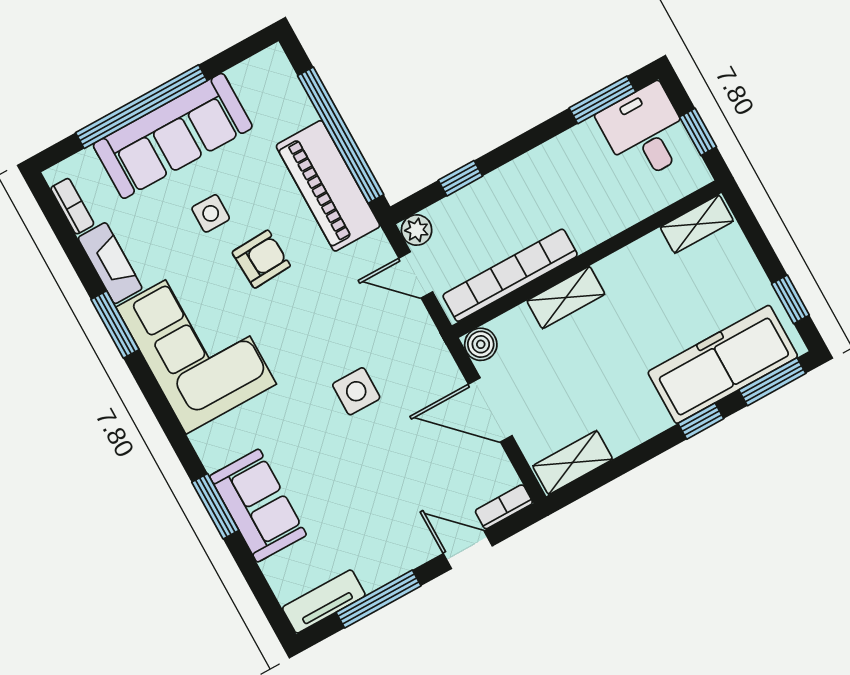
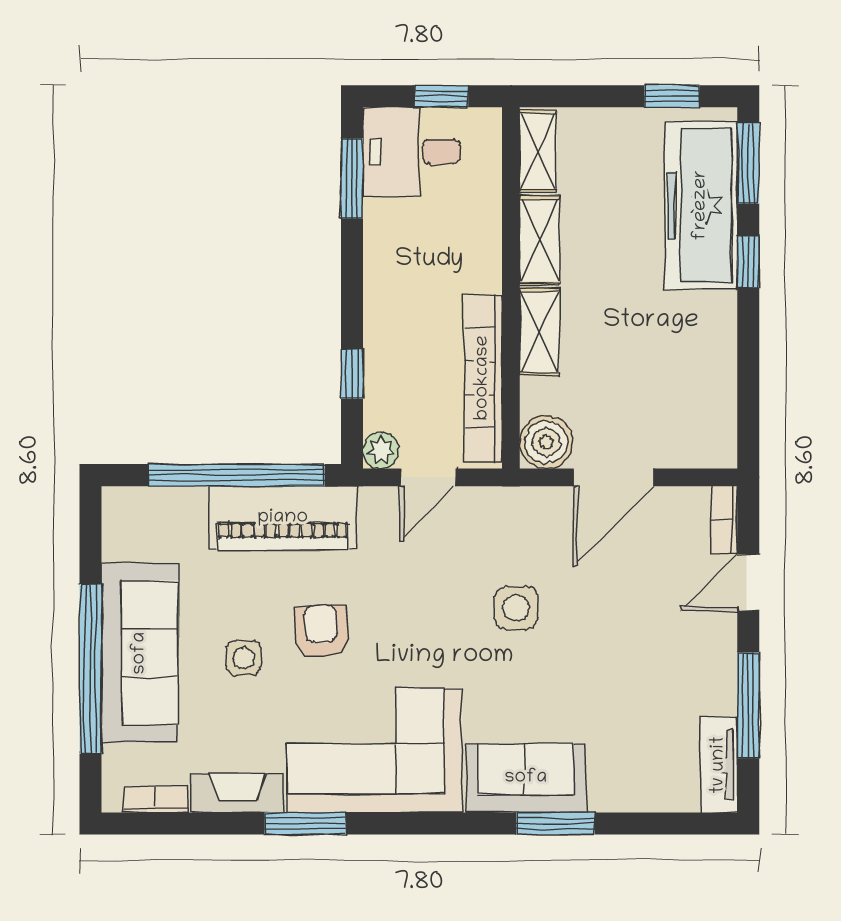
boiler: (481, 344) -> (546, 442), width x1.36, depth x1.36
shelving: (573, 462) -> (540, 240), moved
sofa: (258, 506) -> (526, 778), moved

